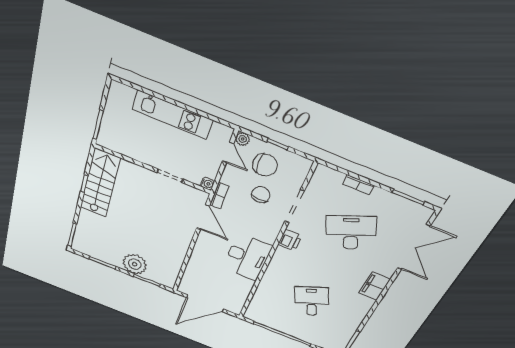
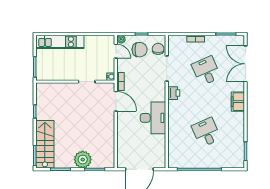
kitchen unit: (172, 115) -> (60, 42), moved
stairs: (100, 183) -> (45, 144), moved
chair: (261, 195) -> (158, 49), moved
desk: (351, 232) -> (206, 71), width x0.73
double door: (414, 247) -> (246, 64), swing flipped

